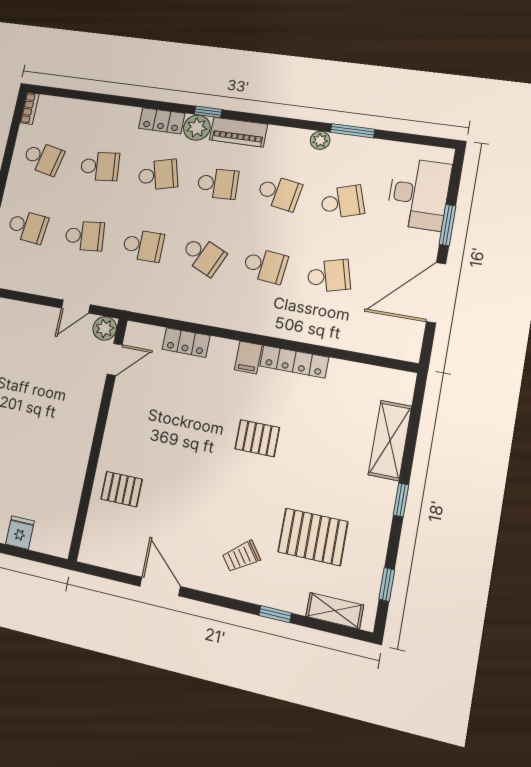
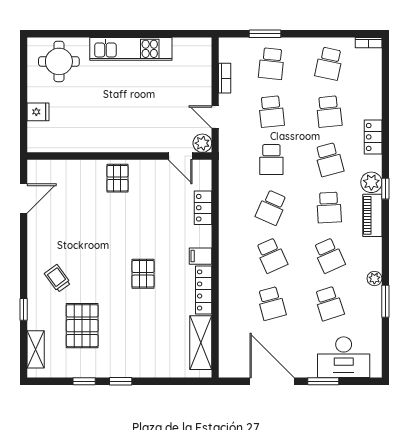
locker: (162, 121) -> (373, 137), moved
school desk: (279, 193) -> (329, 255), turned -33
school desk: (265, 265) -> (271, 255), turned -30
bookcase: (32, 286) -> (225, 78), added
shelving: (390, 440) -> (201, 343), moved, turned 90
pallet: (121, 489) -> (117, 178), moved
window: (387, 584) -> (84, 381), moved
door: (160, 586) -> (24, 199), moved

